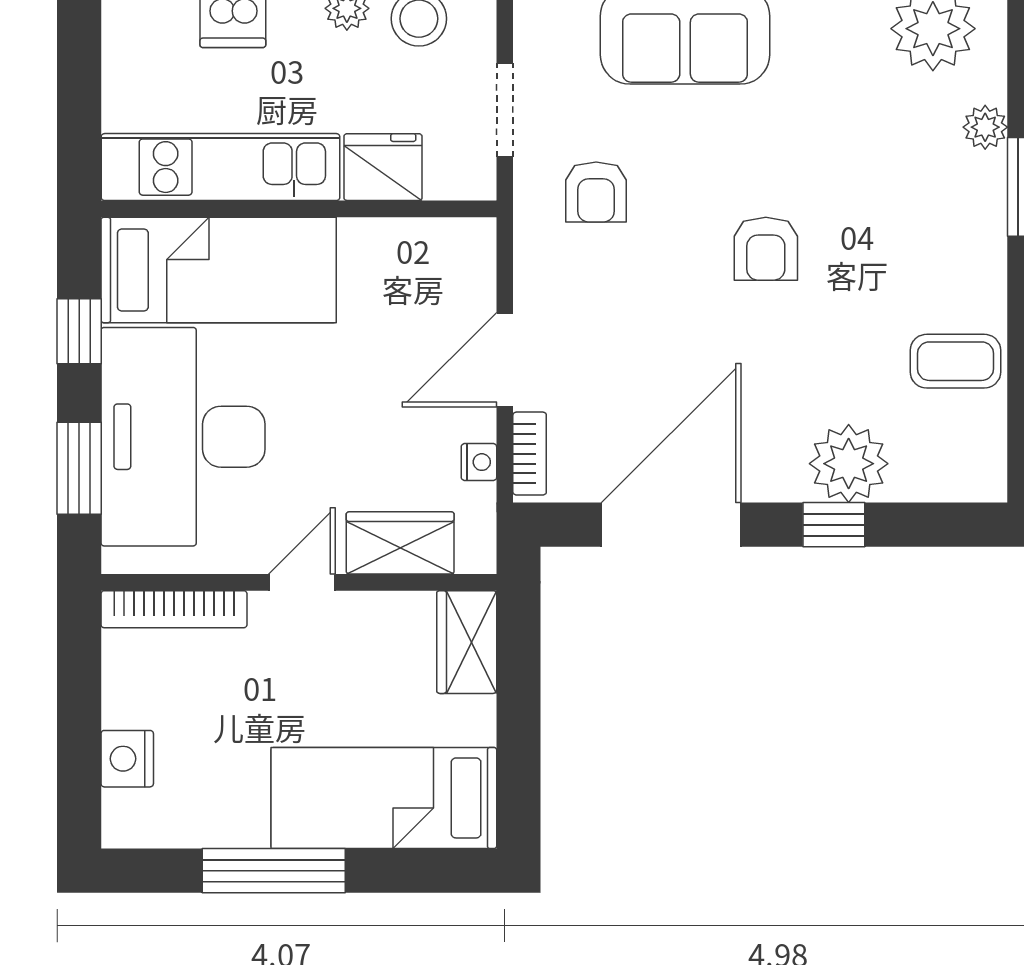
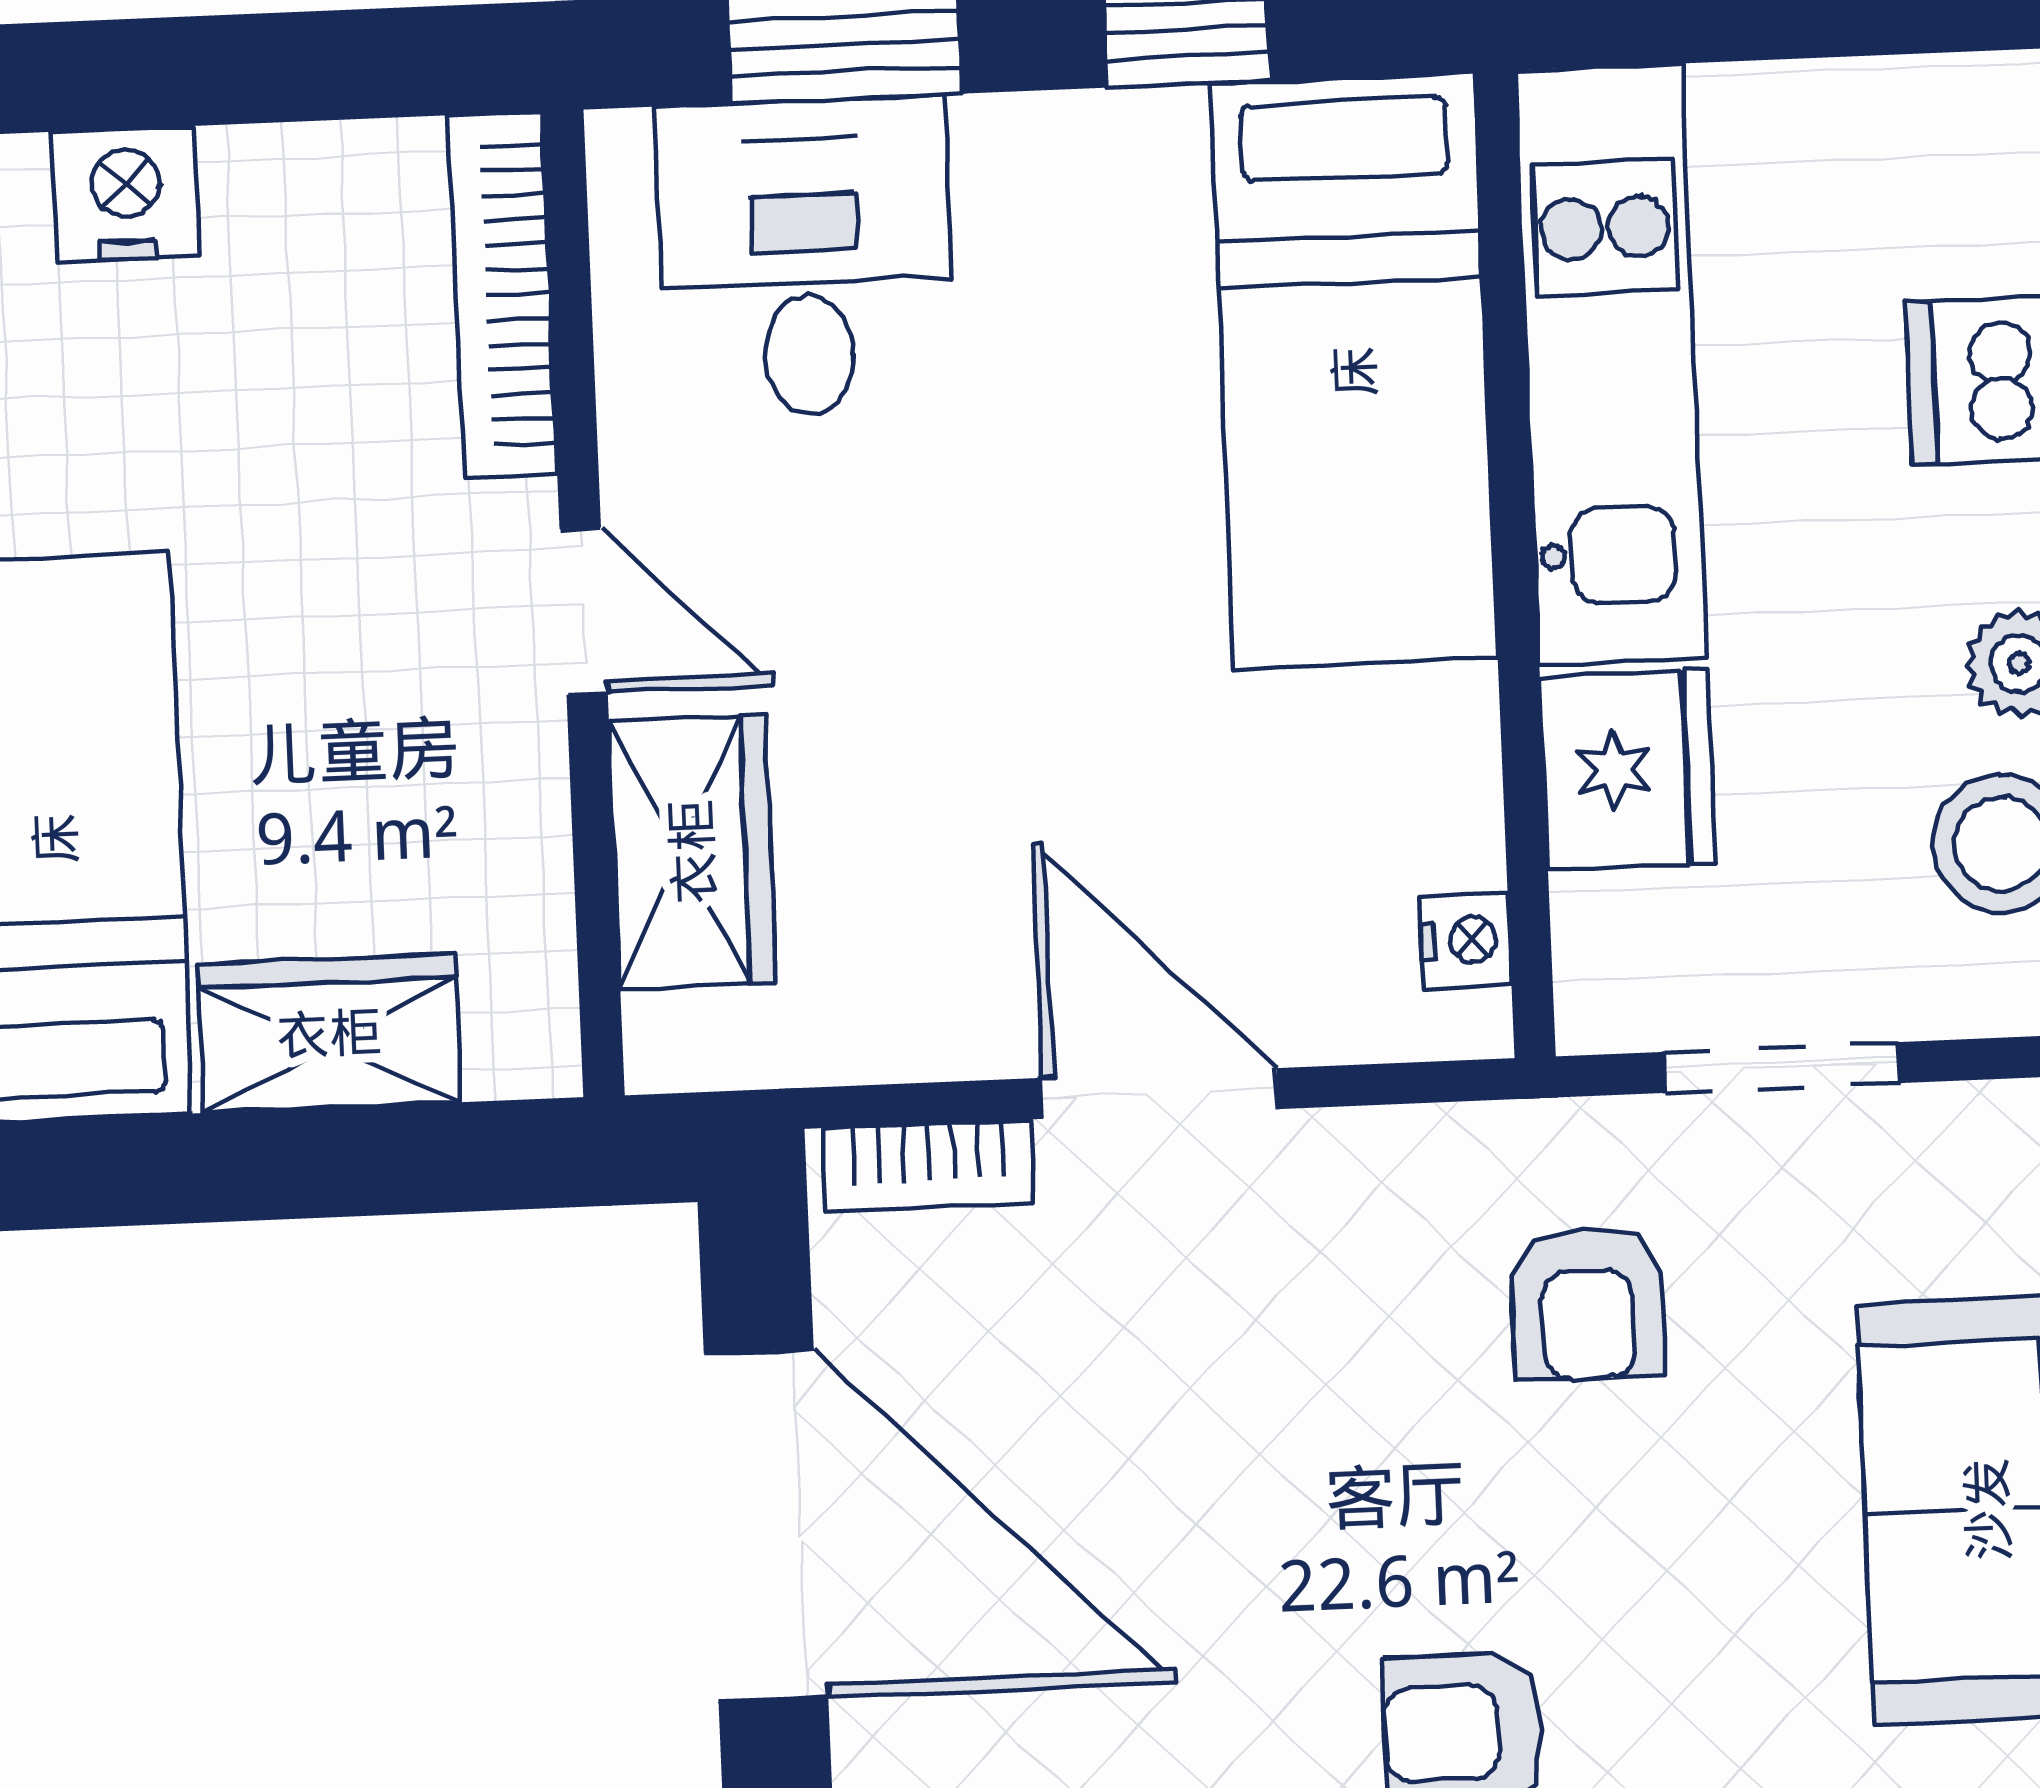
armchair: (596, 192) -> (1588, 1303), turned -90
desk: (183, 437) -> (805, 258), width x0.53, depth x0.77
nightstand: (479, 462) -> (1466, 940), moved, turned -90
wardrobe: (467, 642) -> (329, 1033), moved

